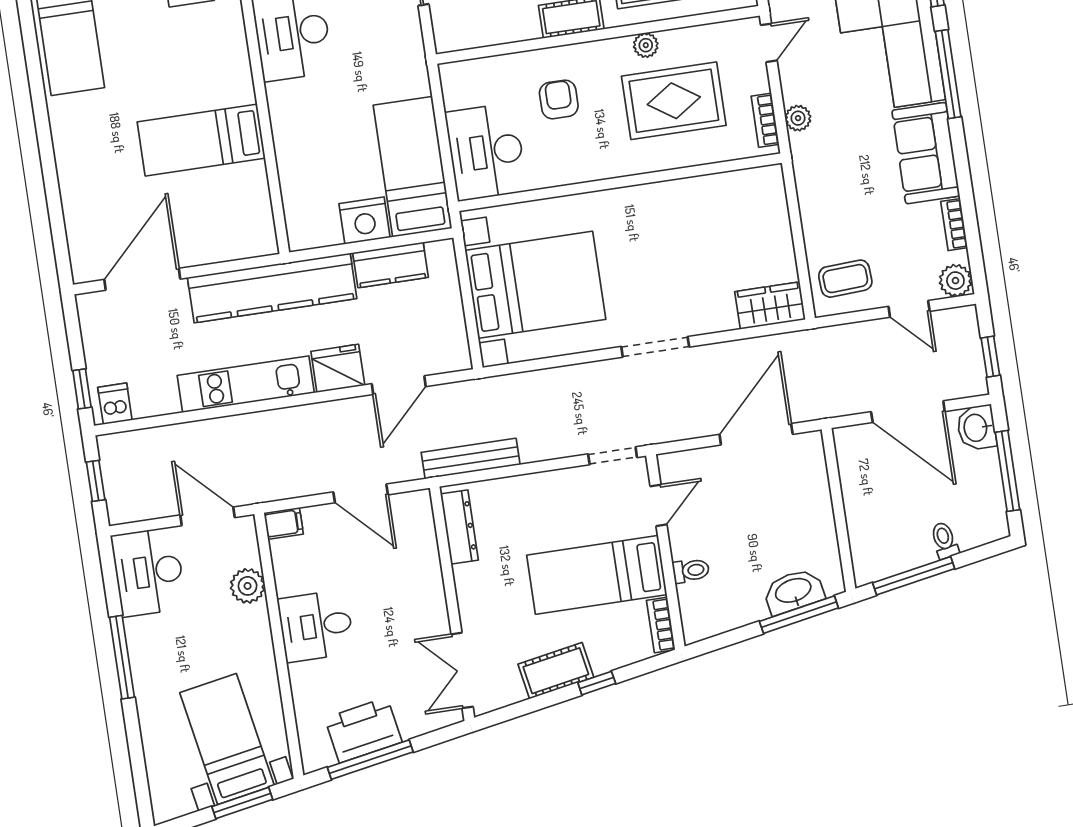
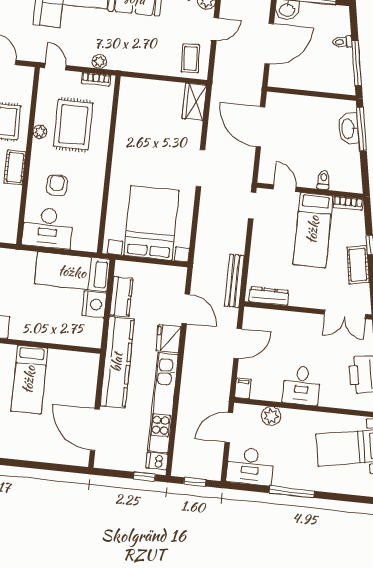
armchair: (559, 99) -> (57, 185), turned 90
desk: (486, 152) -> (48, 228), moved
kitchen unit: (246, 384) -> (163, 403), width x1.36

